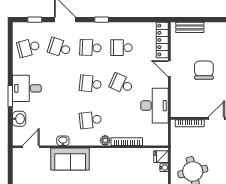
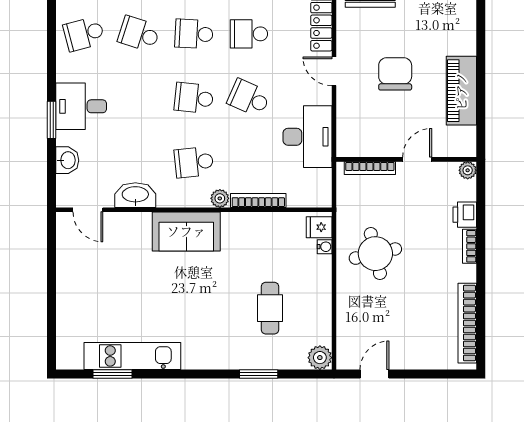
washbasin: (63, 141) -> (135, 195), width x1.91, depth x1.45
door: (31, 147) -> (88, 210), swing flipped
sofa: (70, 159) -> (186, 231), moved

